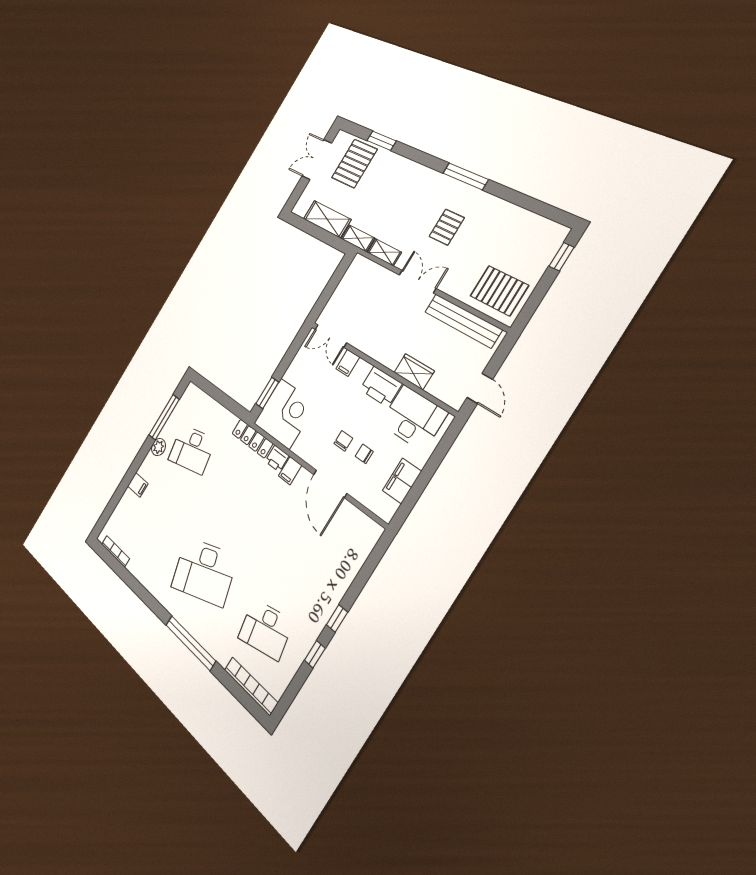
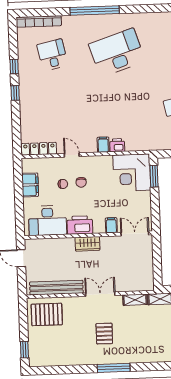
double door: (418, 282) -> (100, 294), swing flipped
wardrobe: (414, 372) -> (87, 244), moved
locker: (252, 438) -> (39, 149), moved
door: (330, 484) -> (72, 155), width x0.53
desk: (266, 629) -> (52, 55), width x0.73

